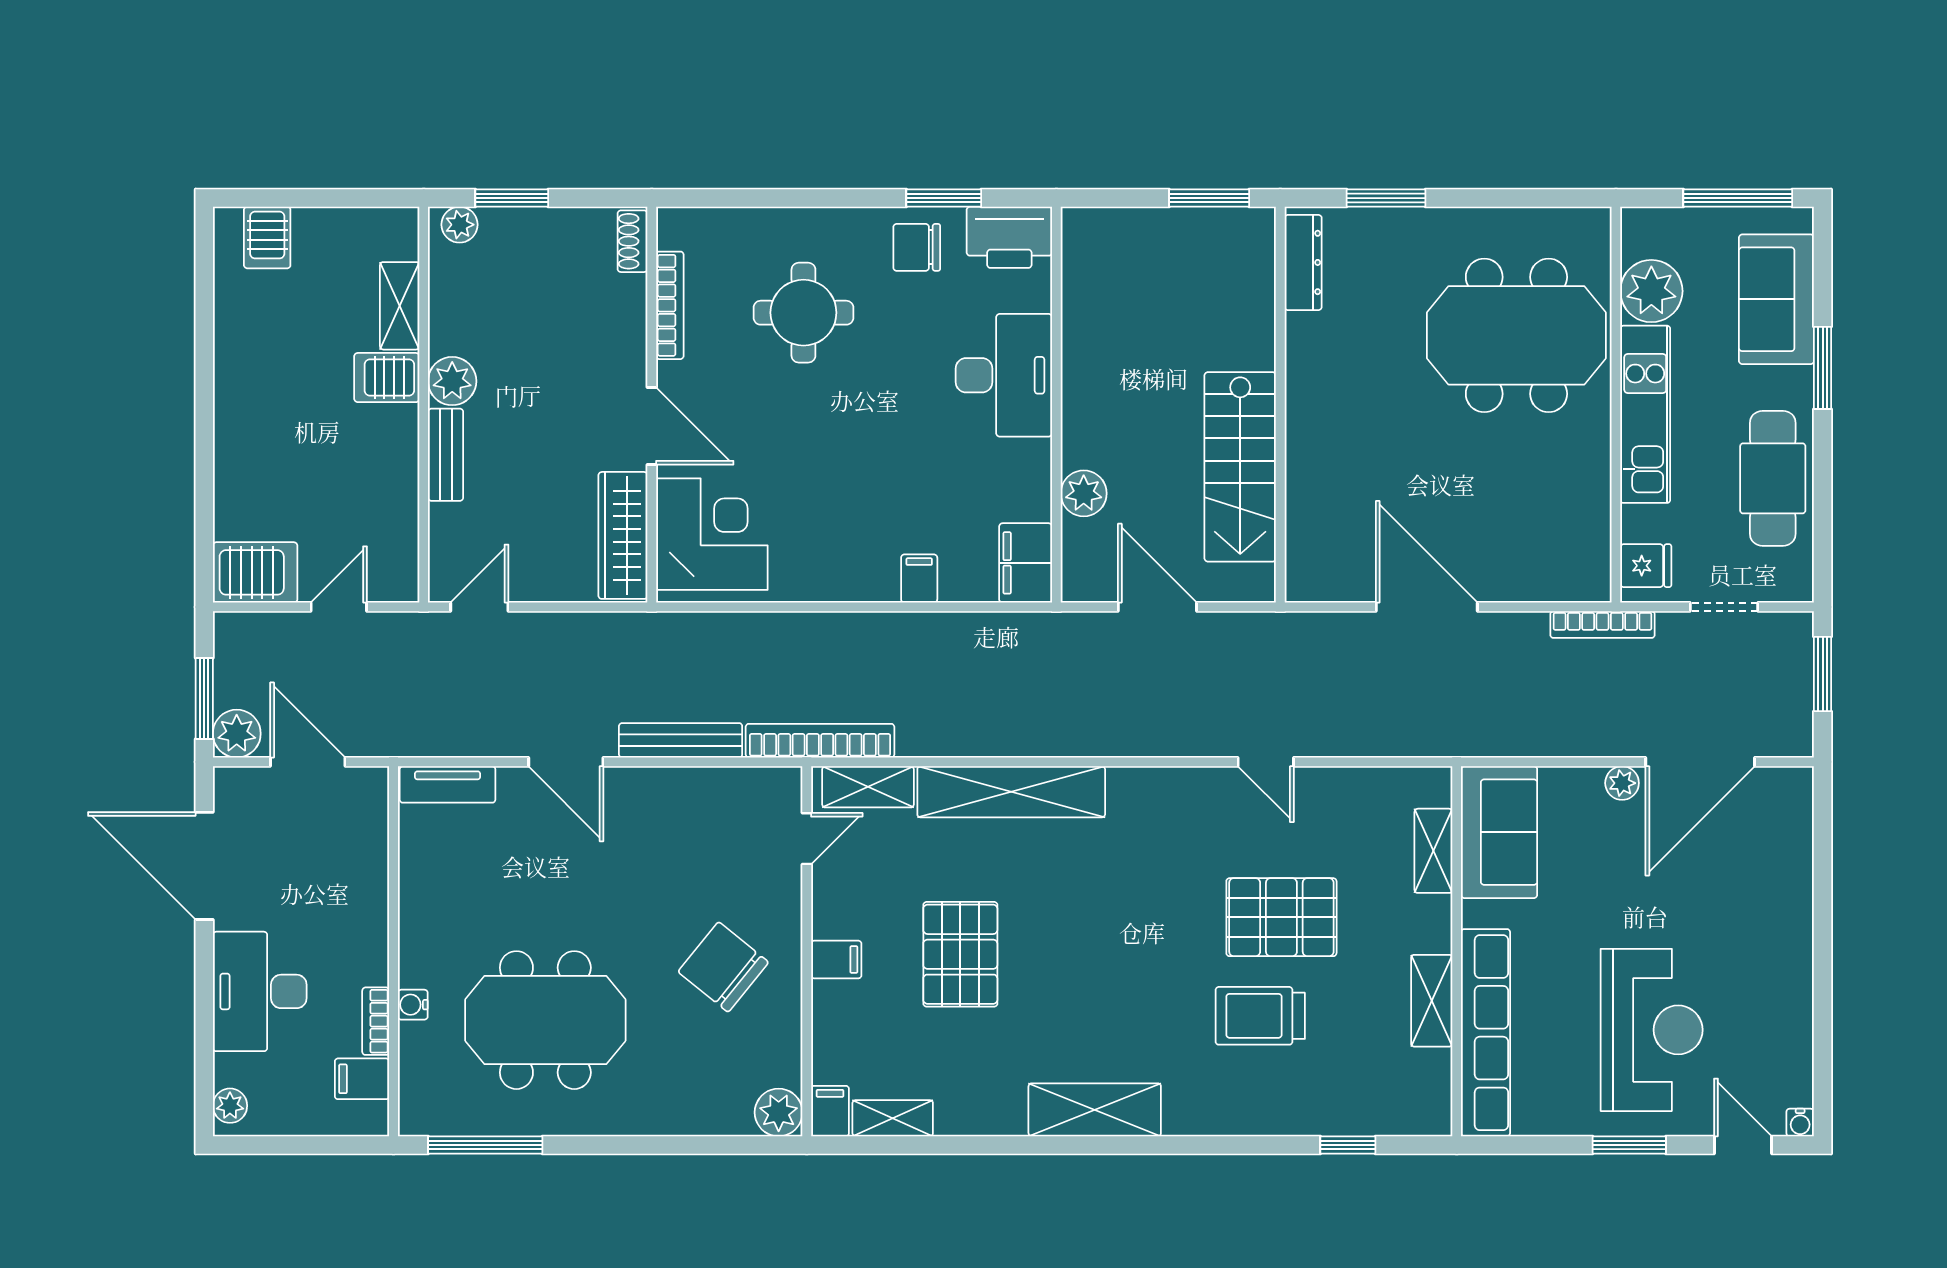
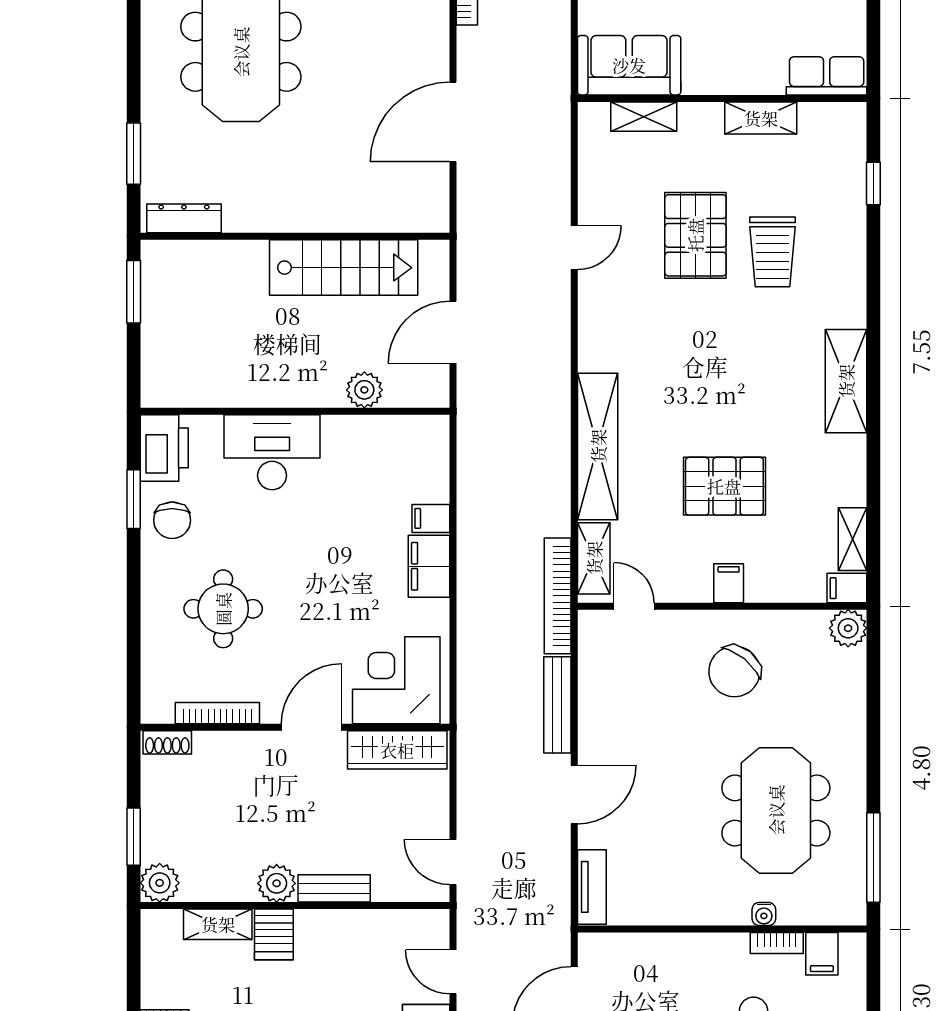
plant: (460, 225) -> (160, 883), width x1.38, depth x1.38
filing cabinet: (1026, 563) -> (429, 566), moved, turned 90
row of seats: (1486, 1033) -> (827, 76), width x0.50

